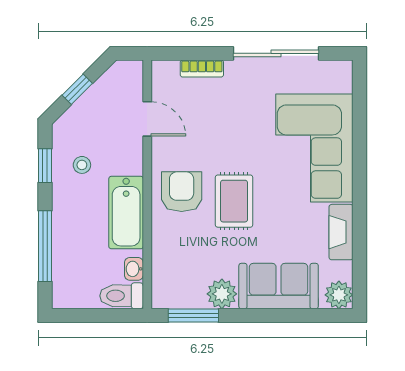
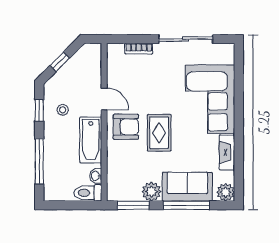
door: (147, 119) -> (104, 99), moved
armchair: (182, 192) -> (126, 127), turned 90
window: (277, 315) -> (186, 205), added

